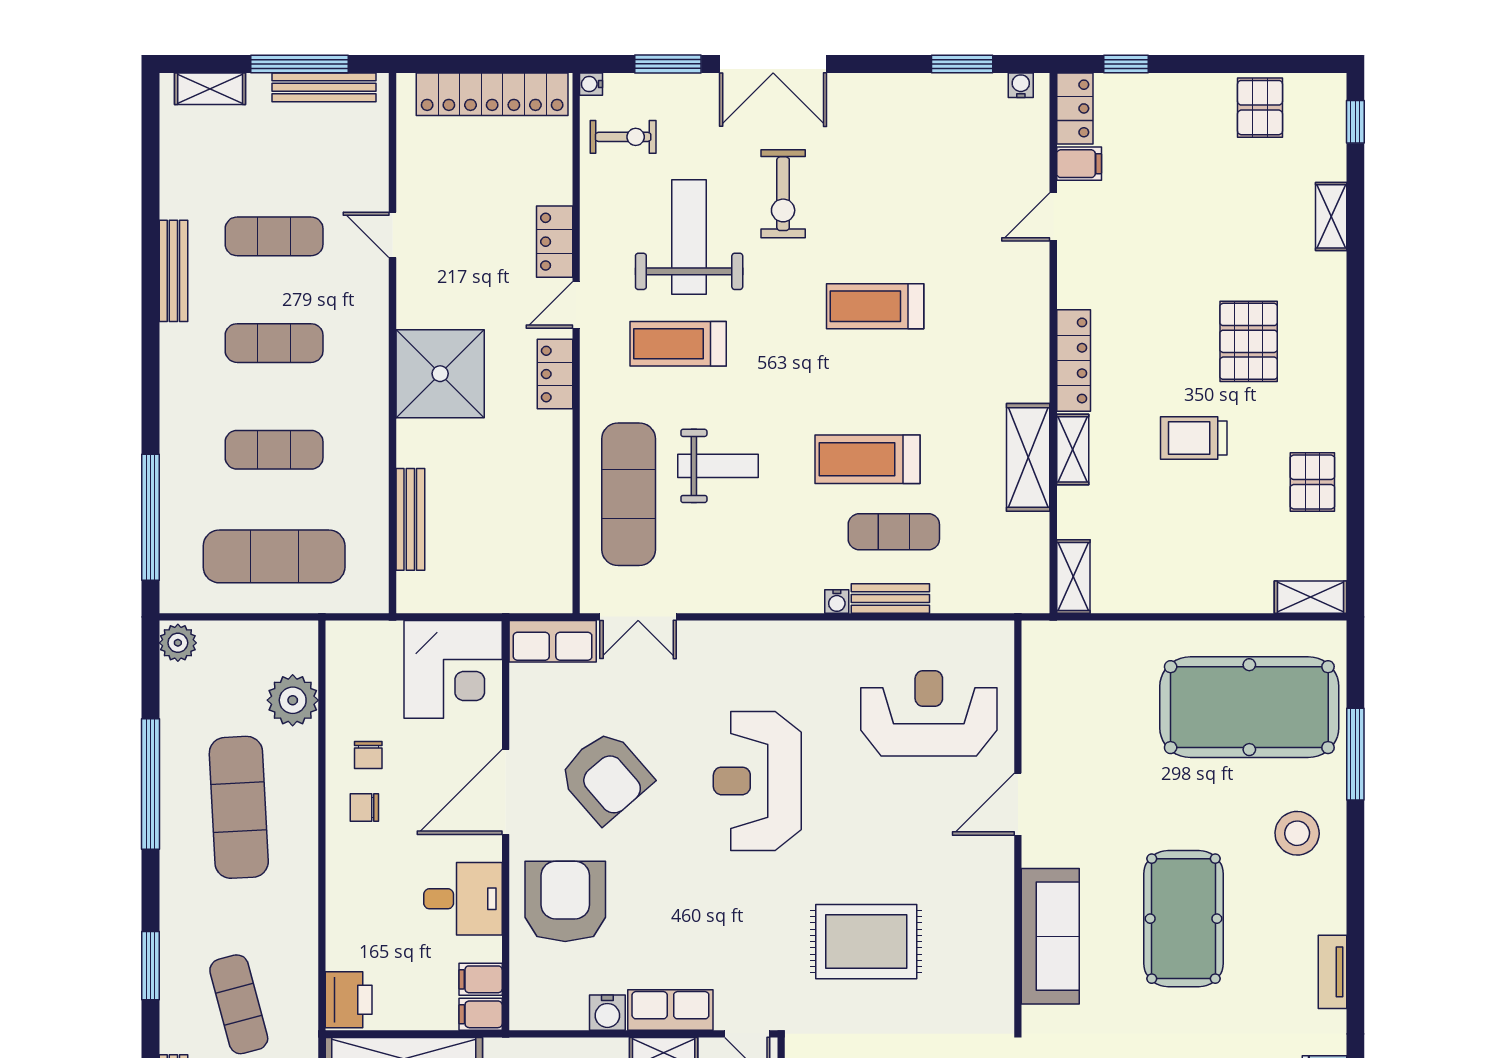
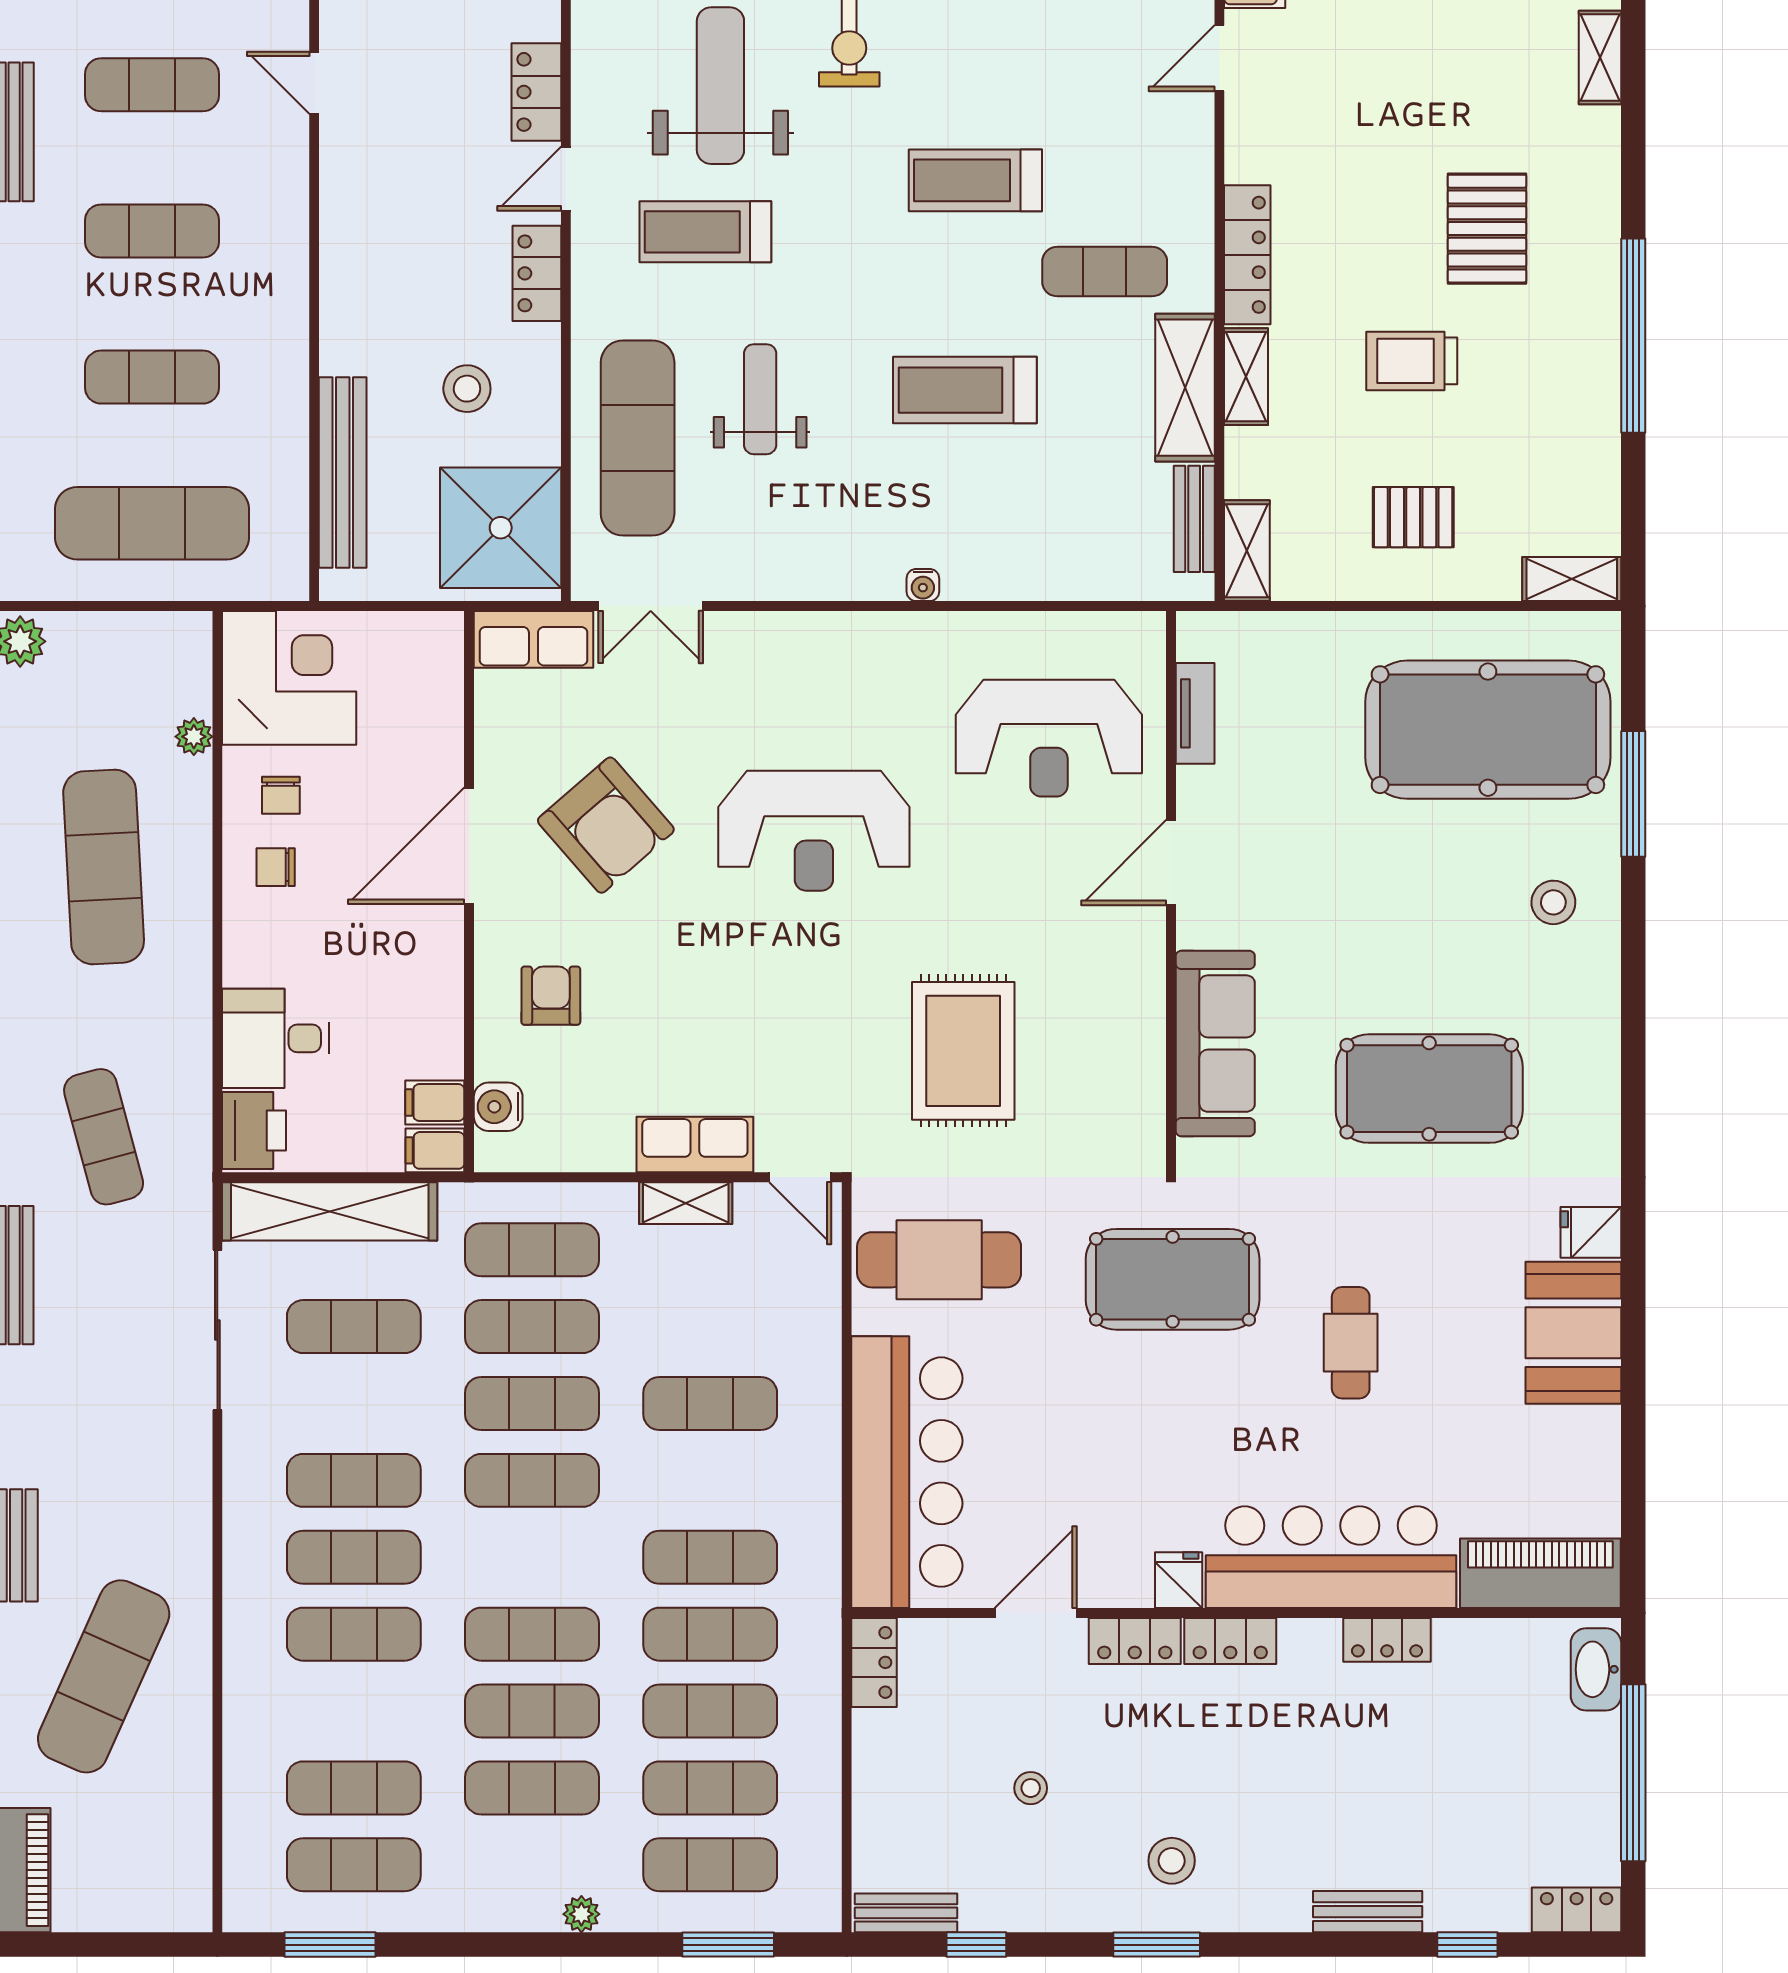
shower: (440, 374) -> (501, 528), moved
window: (1355, 420) -> (1633, 336), added
stool: (504, 458) -> (467, 389), added
weight bench: (718, 466) -> (760, 399), turned -90
pallet: (1312, 482) -> (1413, 517), moved, turned 90
bench: (410, 519) -> (343, 472), width x1.37, depth x1.21
exercise mat: (894, 532) -> (1105, 272), moved
bench: (890, 599) -> (1194, 519), moved, turned 90
corner desk: (453, 669) -> (289, 678), moved, turned -90
plant: (293, 700) -> (194, 737), width x0.53, depth x0.53
reception desk: (929, 713) -> (1049, 738), turned 180
reception desk: (757, 781) -> (814, 831), turned -90
stool: (1297, 833) -> (1553, 902), width x0.73, depth x0.73
desk: (463, 899) -> (276, 1038), moved, turned 180
armchair: (565, 901) -> (551, 996), width x0.53, depth x0.53
pool table: (1183, 919) -> (1429, 1089), moved, turned 90
rug: (866, 942) -> (963, 1051), turned 90
tv unit: (1332, 972) -> (1195, 713), moved, turned 180
water cooler: (607, 1013) -> (498, 1107), moved, turned 90

